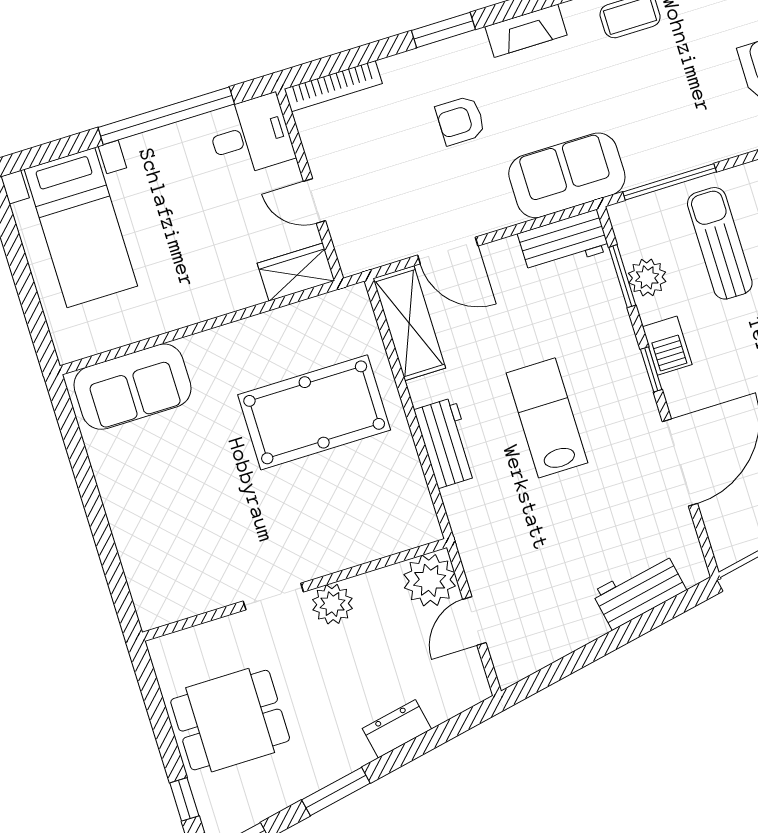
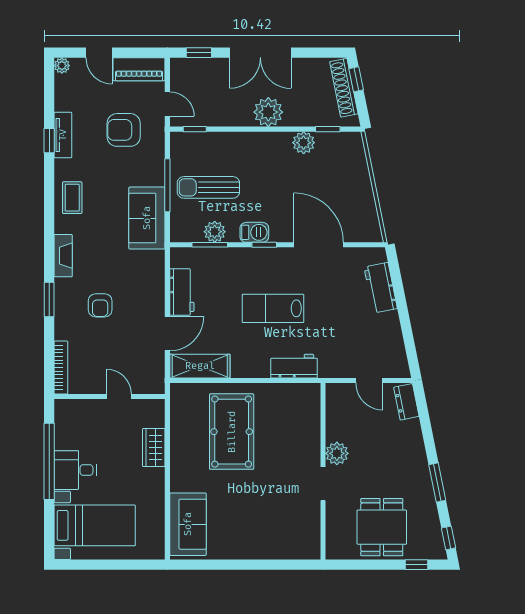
desk: (250, 136) -> (75, 470), moved, turned -90
sofa: (567, 175) -> (147, 218), moved
window: (670, 182) -> (167, 185), moved
door: (315, 201) -> (119, 396), swing flipped
workbench: (563, 242) -> (182, 292), moved
wardrobe: (296, 272) -> (154, 447), moved
workbench: (446, 443) -> (294, 366), moved
plant: (430, 580) -> (340, 398), removed
dresser: (397, 729) -> (406, 402), moved

